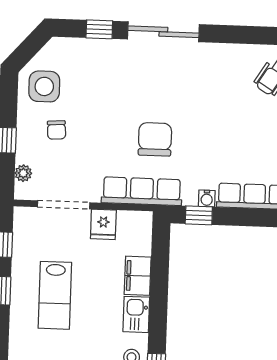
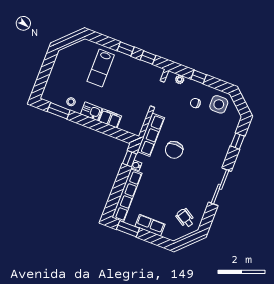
sliding door: (163, 32) -> (220, 187), moved
chair: (155, 139) -> (174, 150), turned 90
fridge: (103, 224) -> (141, 110), removed
lab bench: (55, 295) -> (101, 68), moved, turned -90

